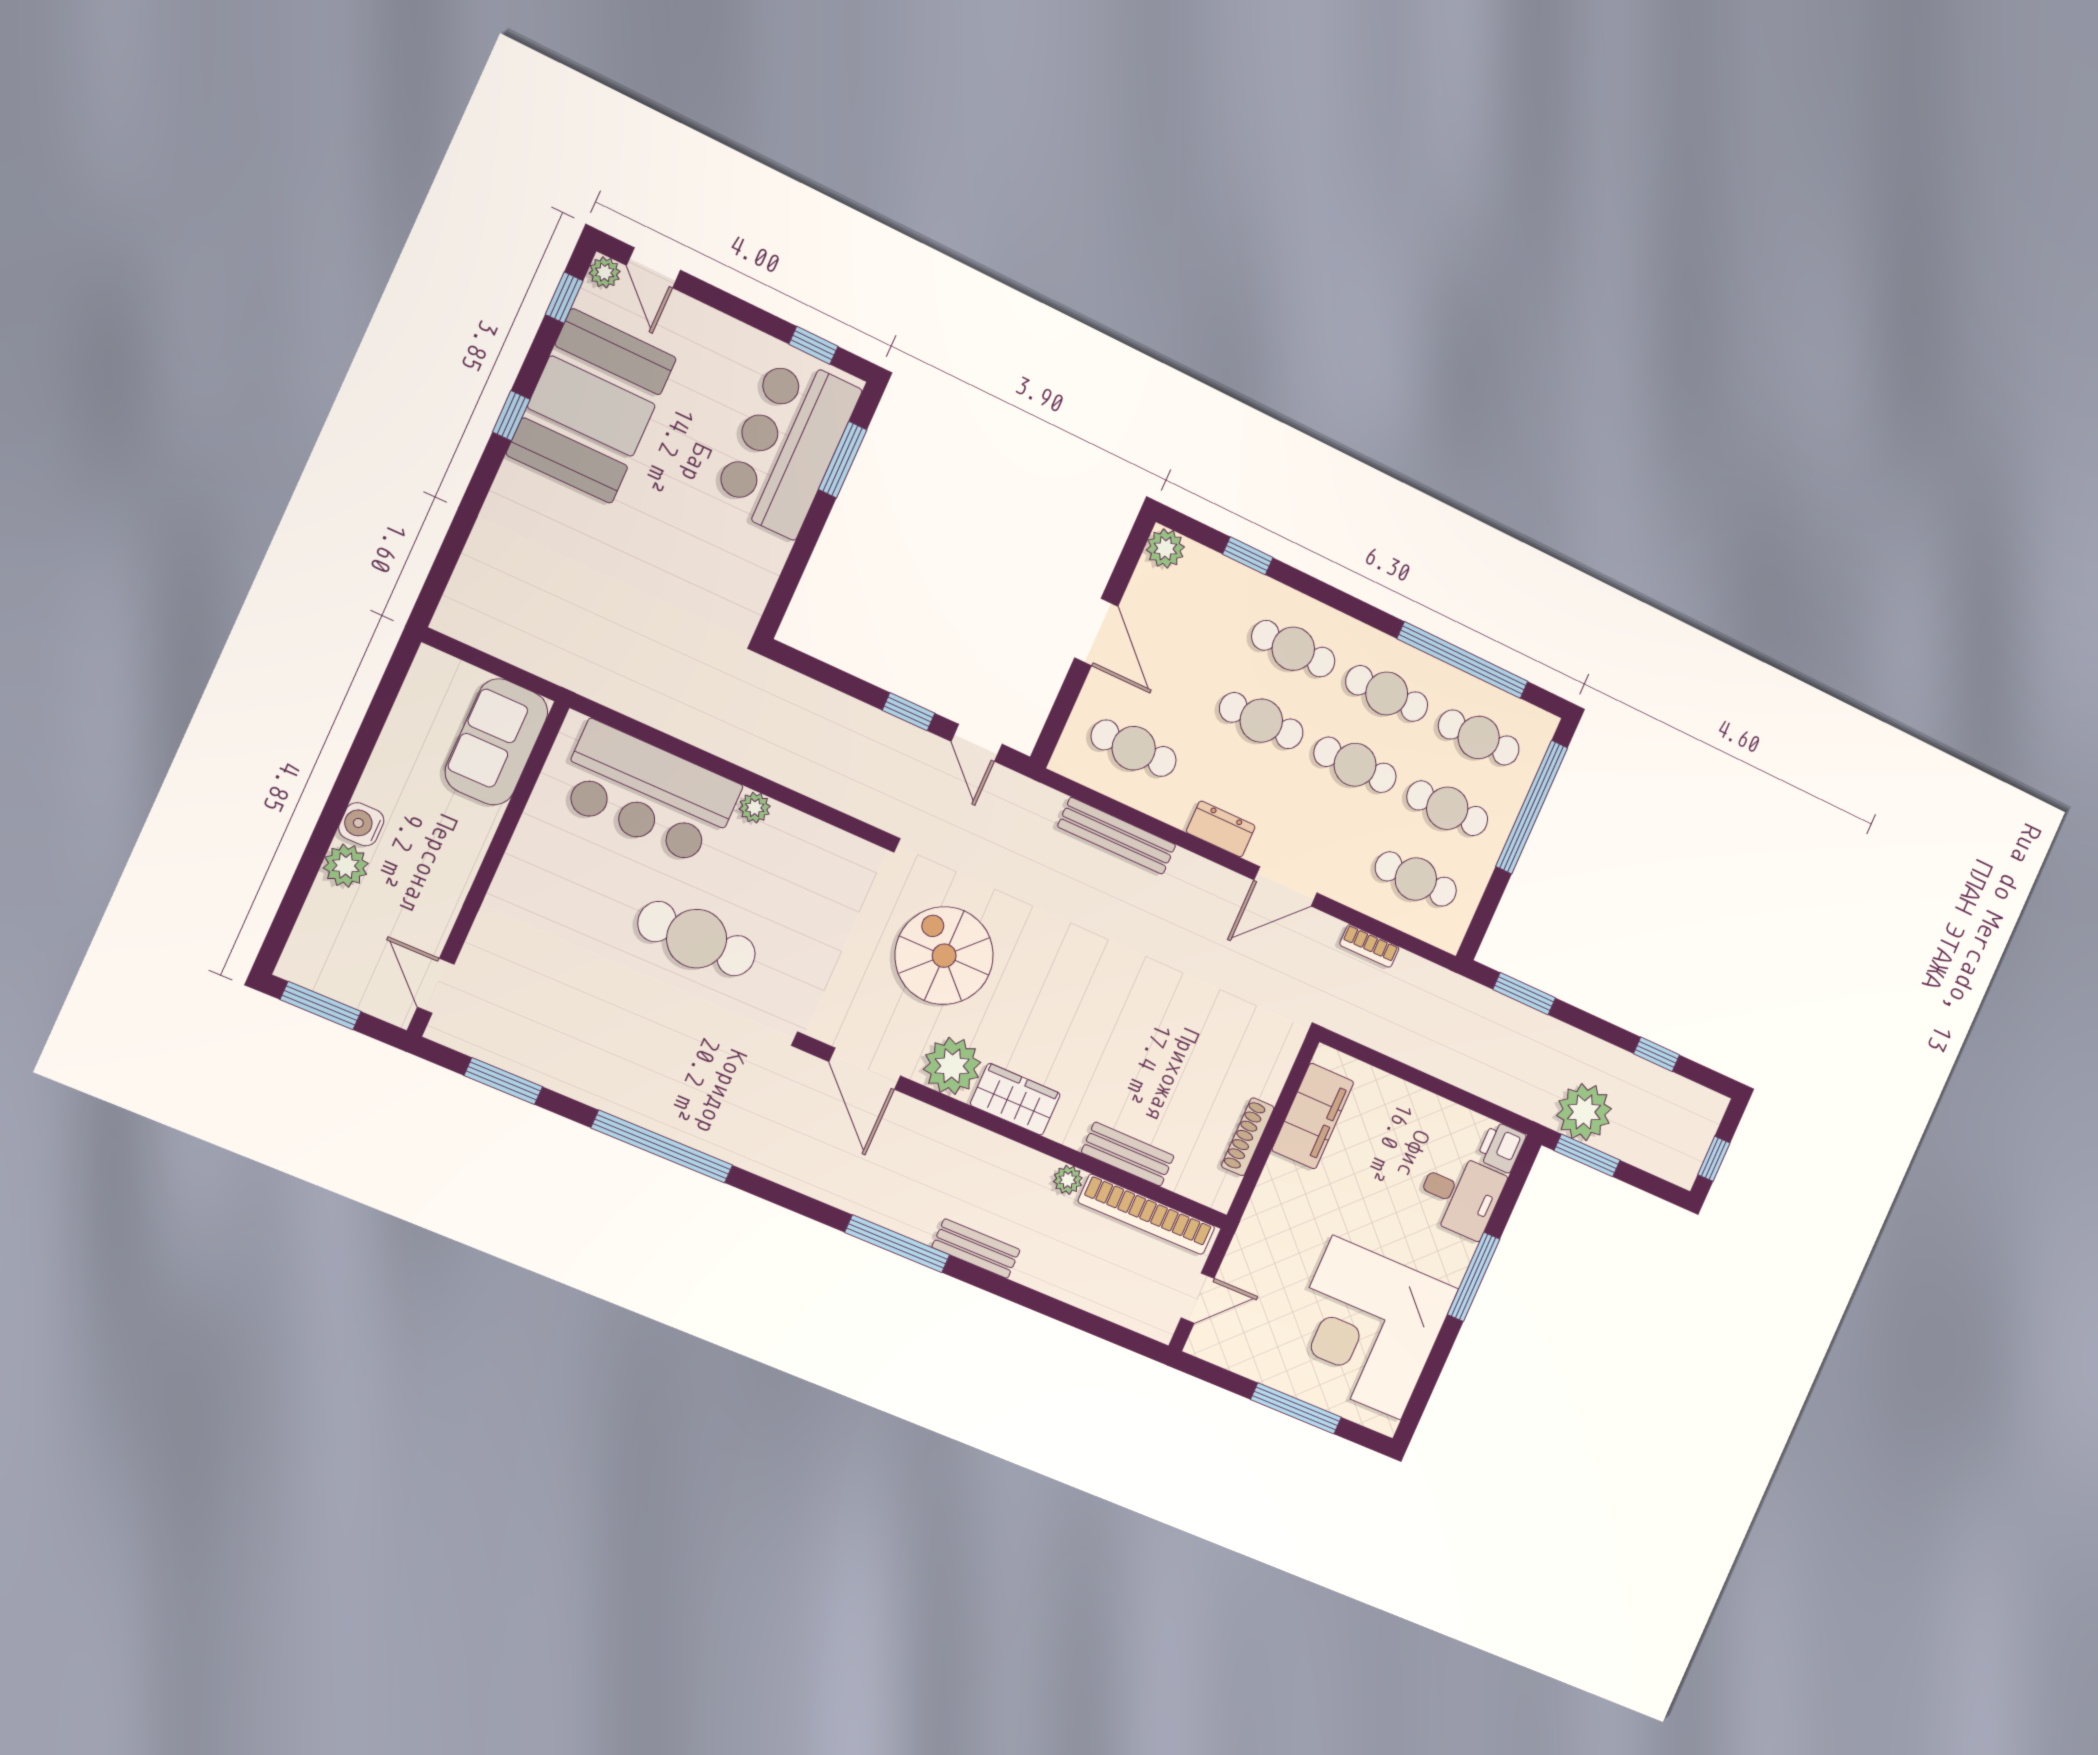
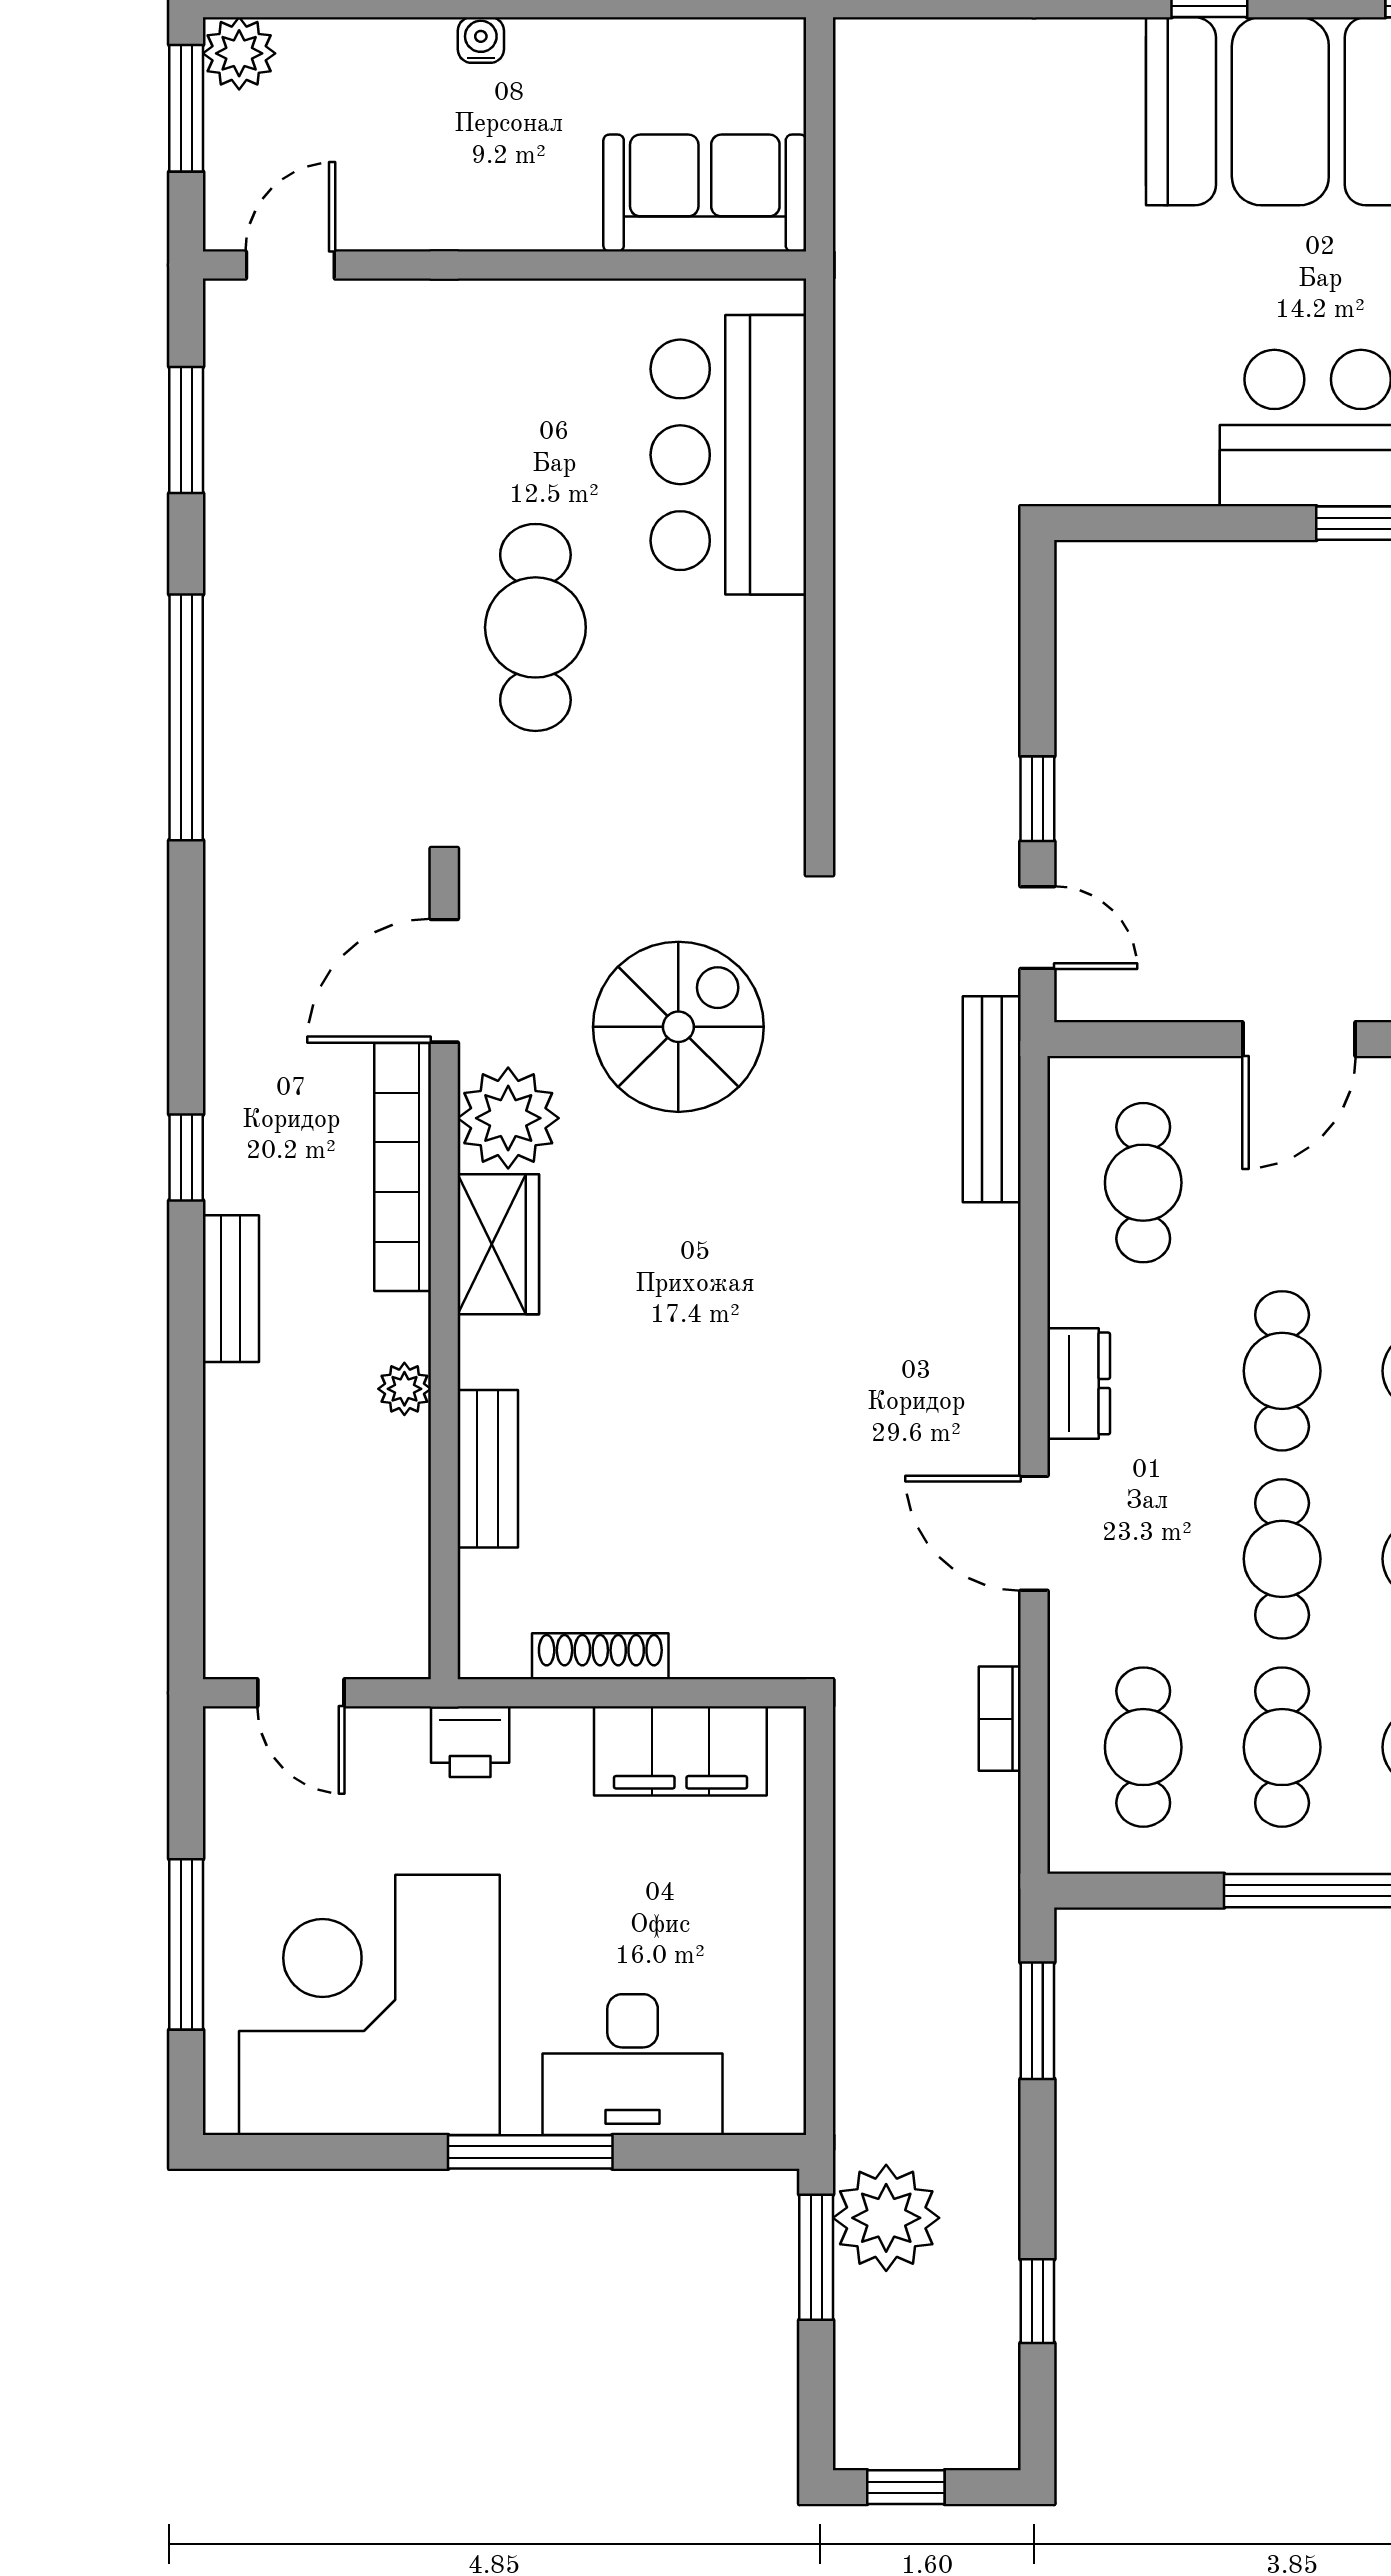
door: (977, 743) -> (1037, 928), swing flipped
plant: (755, 808) -> (780, 627), removed
water cooler: (361, 824) -> (481, 40), width x0.72, depth x0.72
bench: (1117, 836) -> (992, 1099), moved
plant: (346, 866) -> (239, 53), moved
printer: (1501, 1147) -> (470, 1742), moved, turned 180
desk: (1460, 1195) -> (633, 2065), width x1.37
bookcase: (1147, 1214) -> (403, 1167), moved
window: (897, 1244) -> (186, 1157), width x0.46

